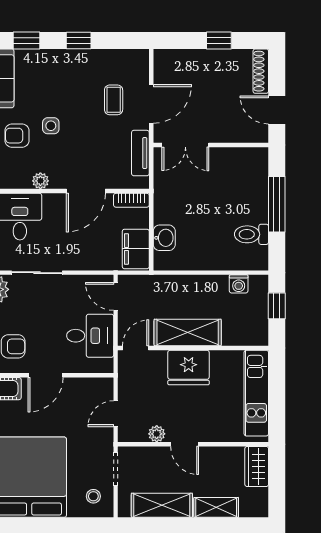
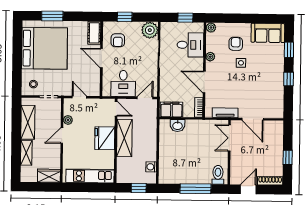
coffee table: (114, 100) -> (255, 98), removed
toilet: (251, 234) -> (218, 175), moved

